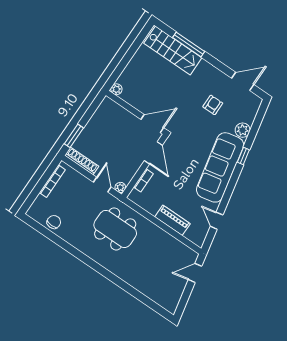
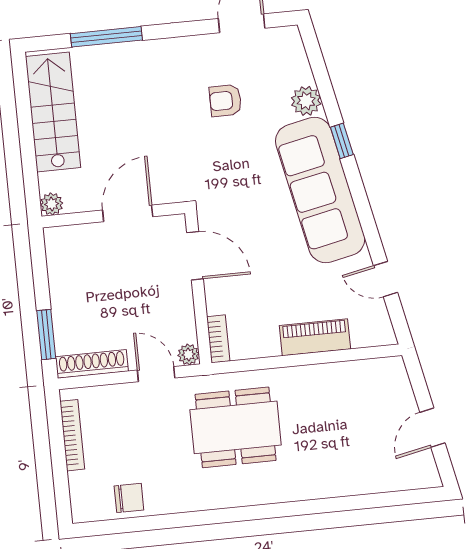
stairs: (173, 51) -> (53, 112), moved, turned -90
armchair: (213, 105) -> (225, 101), turned -90
door: (152, 124) -> (128, 213), moved
bookcase: (143, 180) -> (218, 339), moved
chair: (54, 222) -> (129, 498), turned 90
door: (195, 273) -> (432, 428), moved

